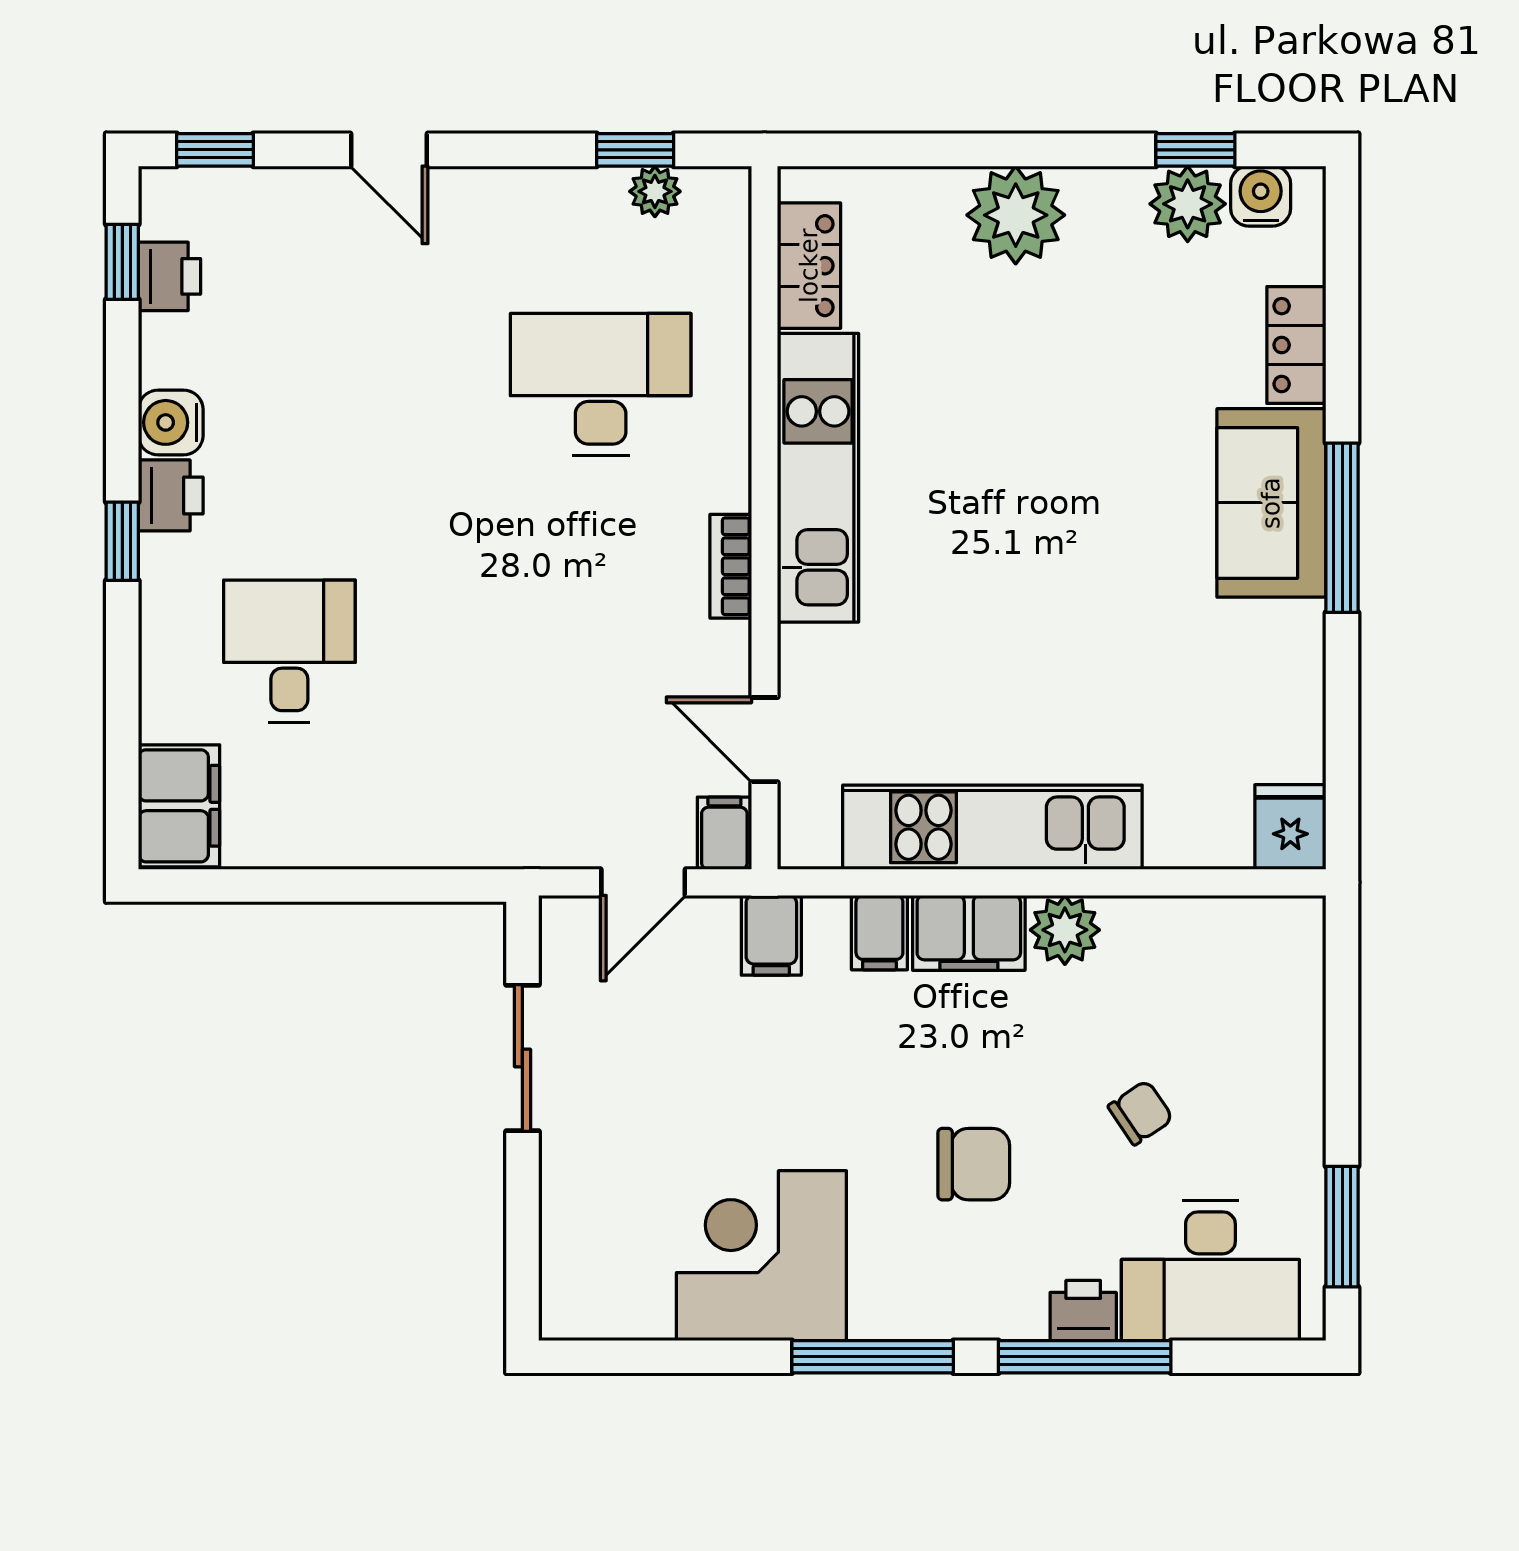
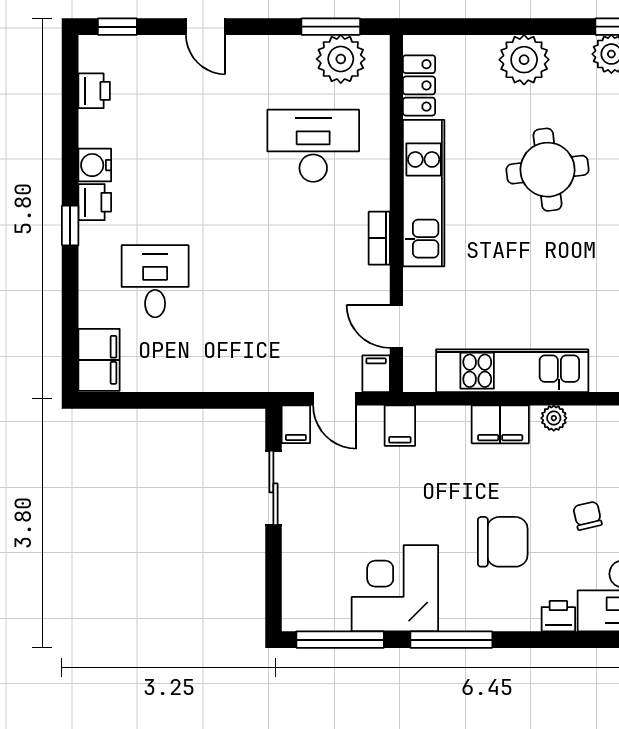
window: (635, 150) -> (331, 27), width x1.50
plant: (655, 191) -> (341, 59), width x1.88, depth x1.88
window: (122, 262) -> (70, 83), removed
round table: (1062, 431) -> (548, 170), added
door: (643, 882) -> (335, 399), hinge flipped
plant: (1065, 930) -> (554, 418), width x0.73, depth x0.73
filing cabinet: (879, 933) -> (296, 424), moved
chair: (1141, 1113) -> (587, 516), turned -69
chair: (974, 1164) -> (503, 542), width x1.37, depth x1.37
window: (1085, 1357) -> (340, 640), moved

